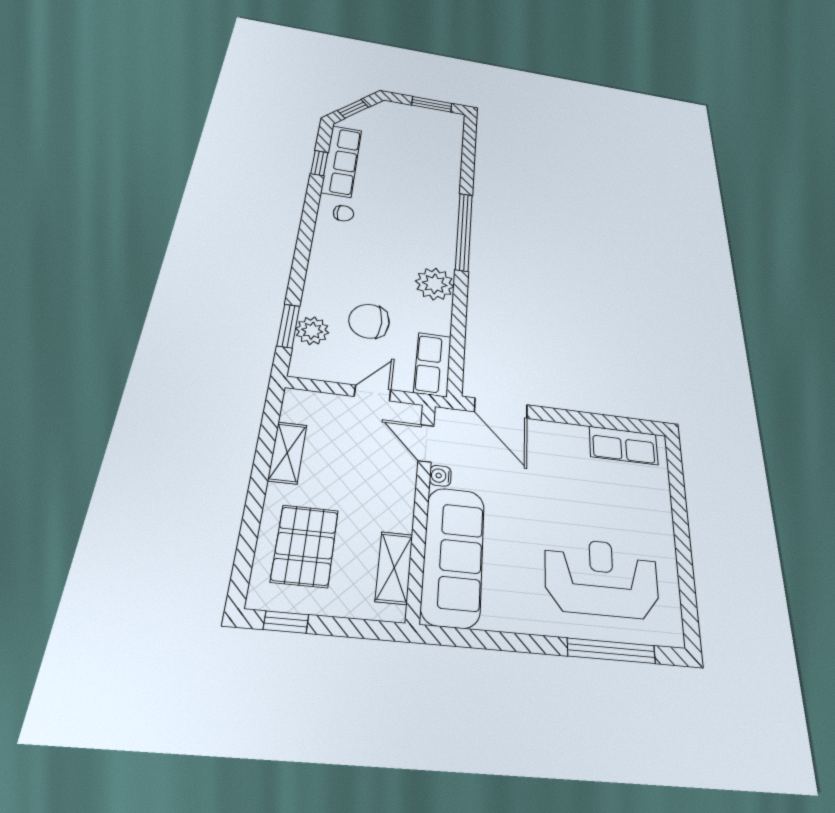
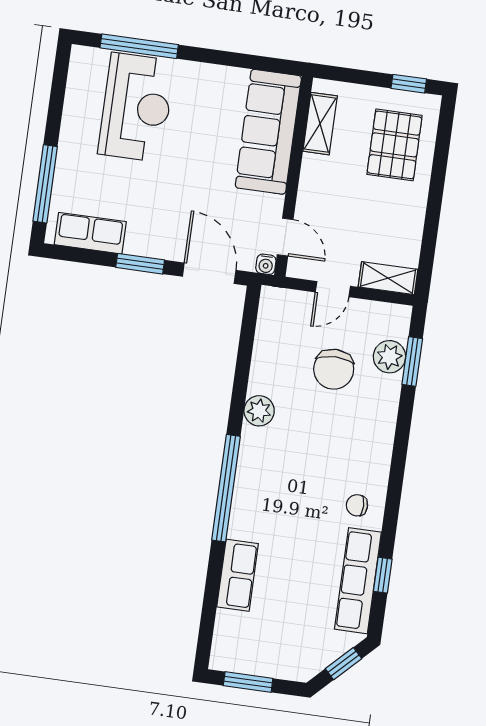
plant: (435, 284) -> (259, 411), width x0.73, depth x0.73
chair: (369, 321) -> (334, 369), turned 90
row of seats: (433, 364) -> (238, 575), moved
window: (570, 417) -> (140, 264), added
shelving: (287, 453) -> (388, 278), moved, turned 90
water cooler: (440, 476) -> (266, 264), moved, turned 90
window: (678, 493) -> (45, 184), added
reception desk: (602, 578) -> (136, 107), turned -90

